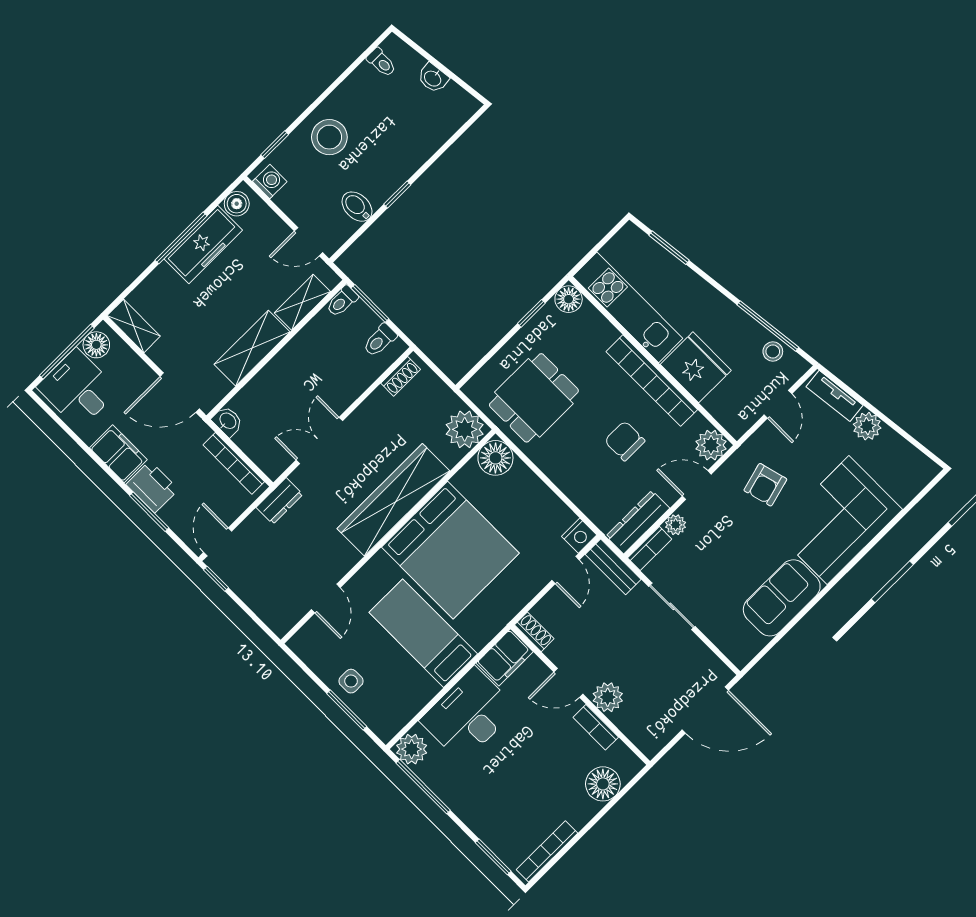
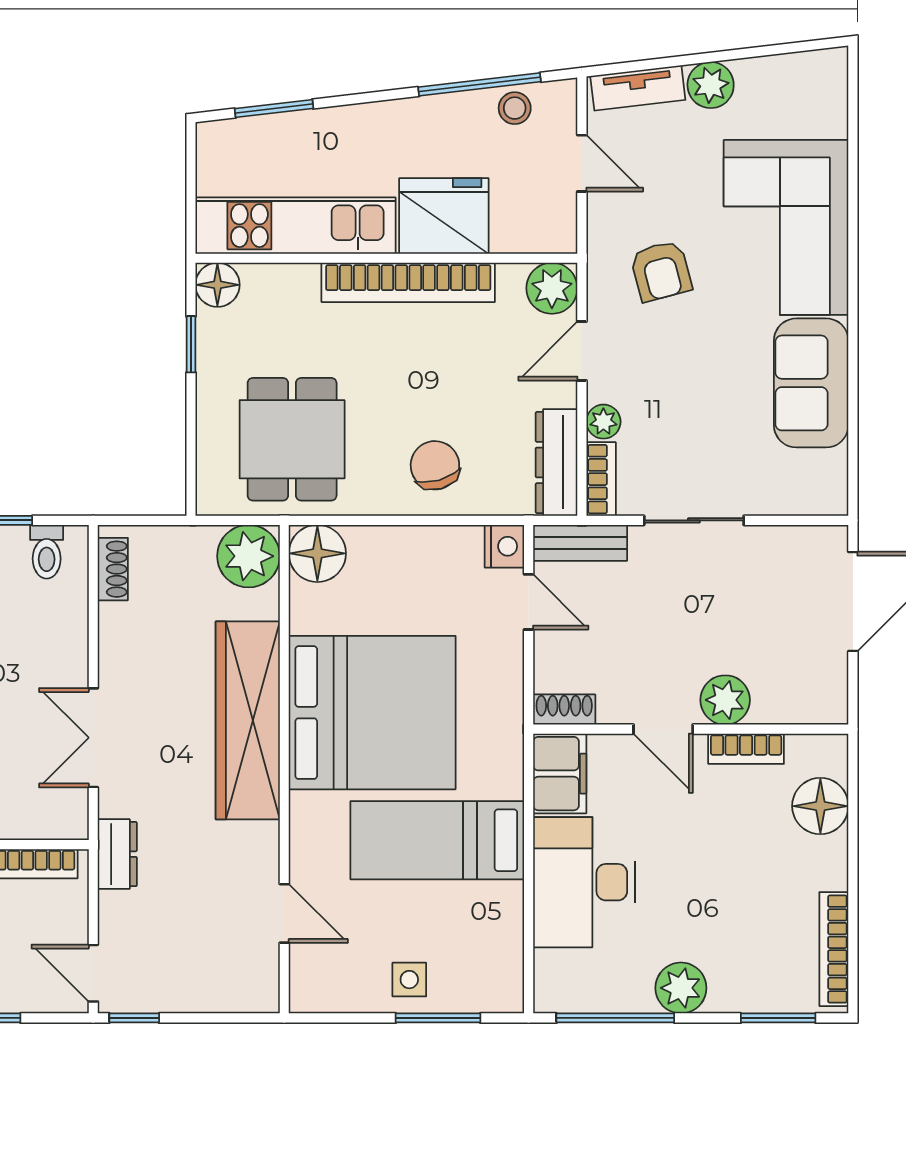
chair: (625, 441) -> (435, 465), moved, turned 74
door: (568, 683) -> (663, 729), hinge flipped
plant: (412, 749) -> (681, 988), moved

